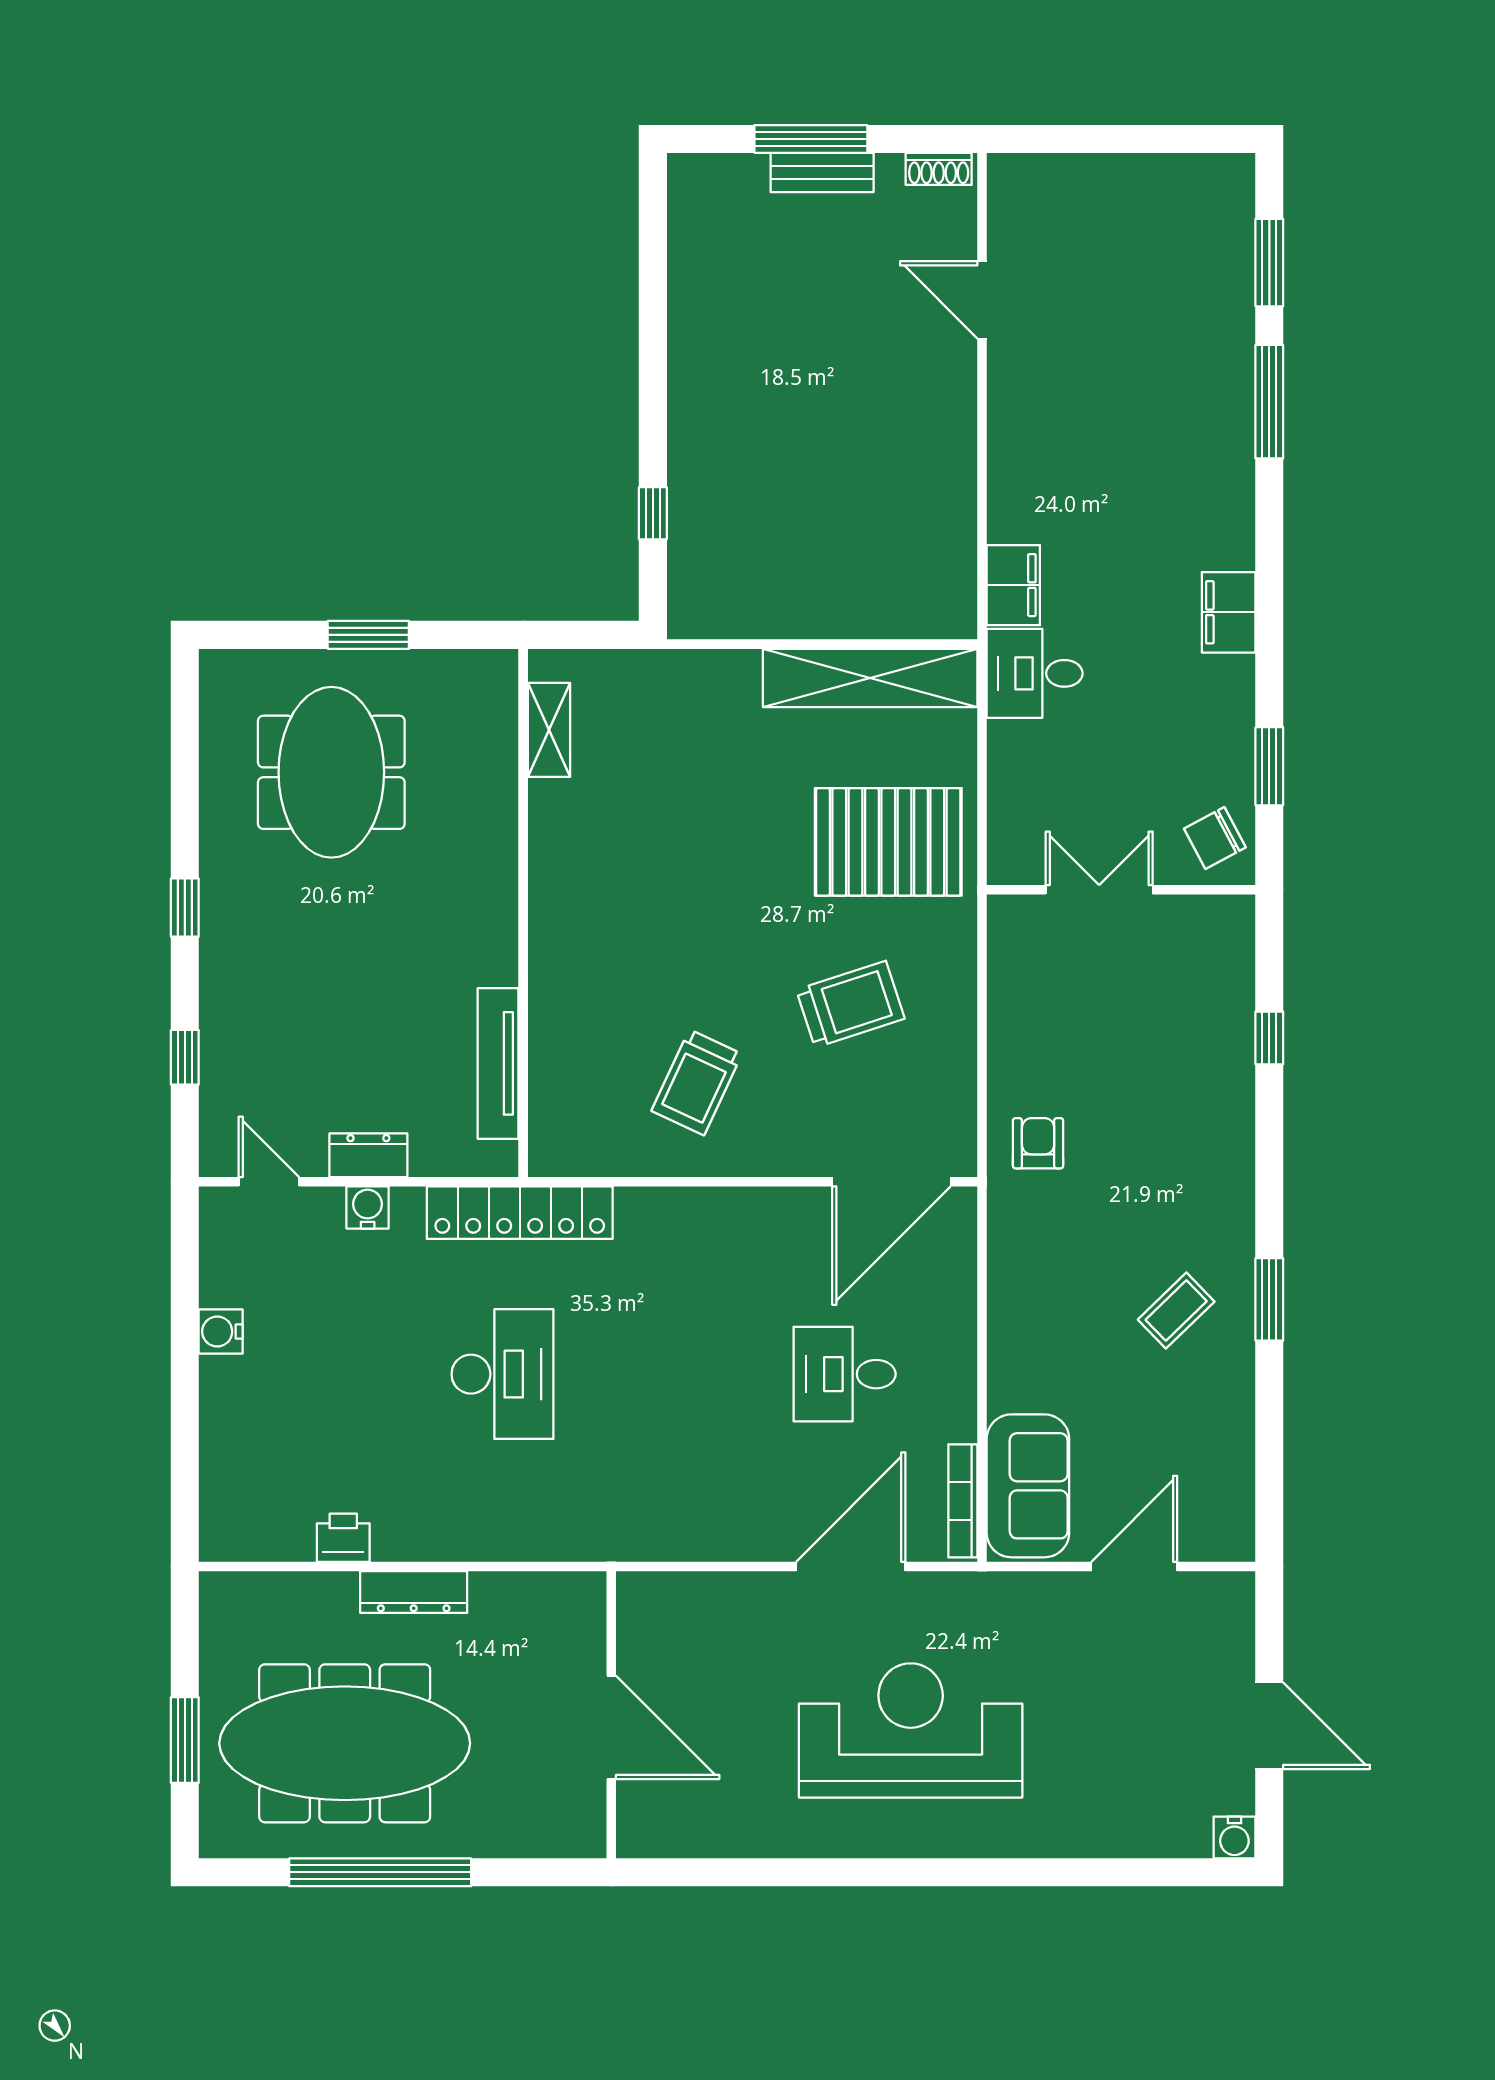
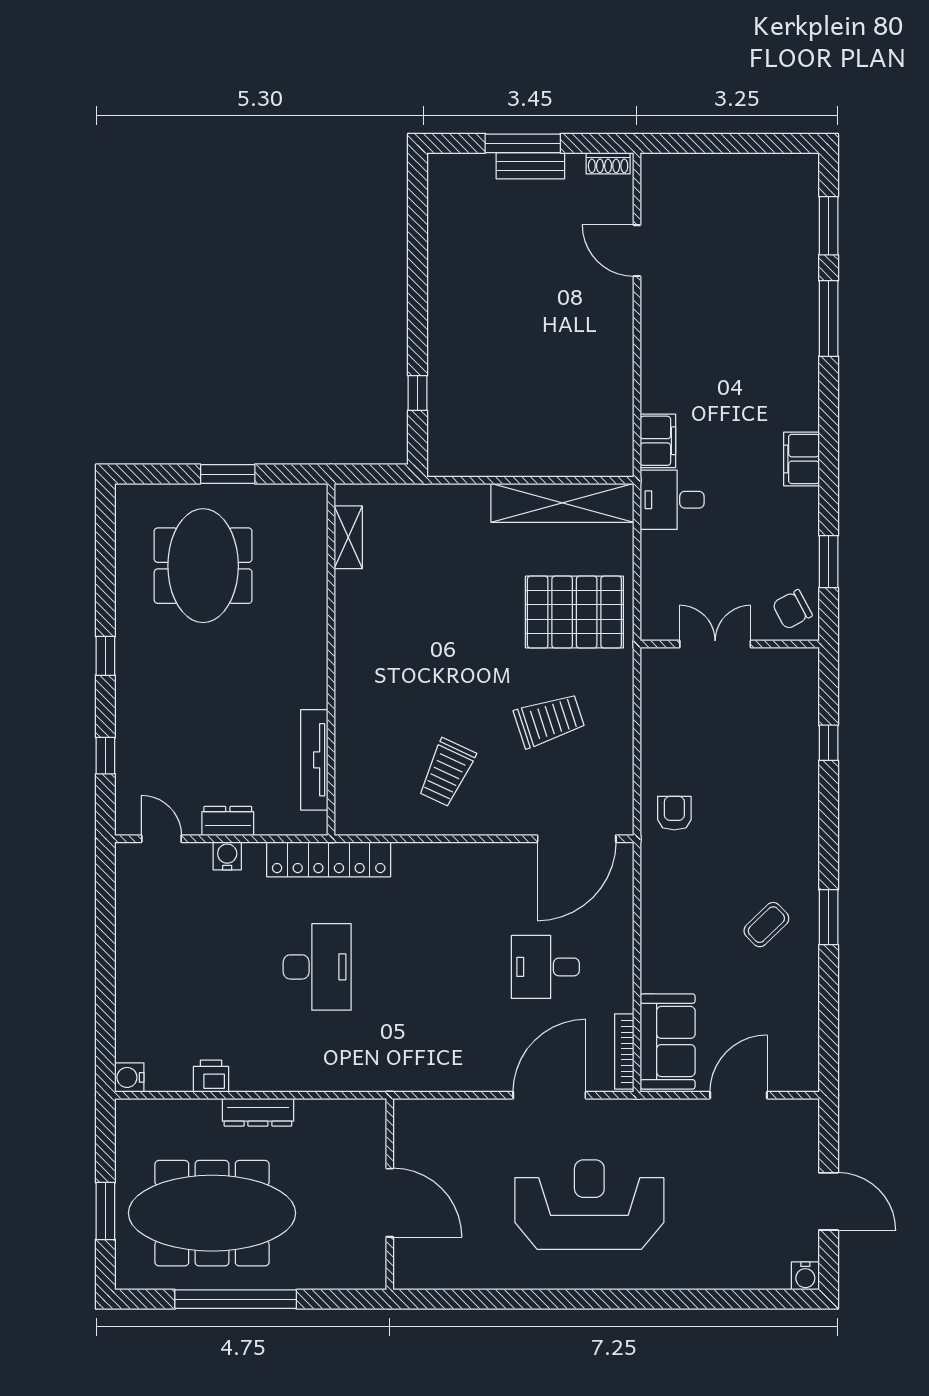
water cooler: (221, 1332) -> (129, 1077), moved

